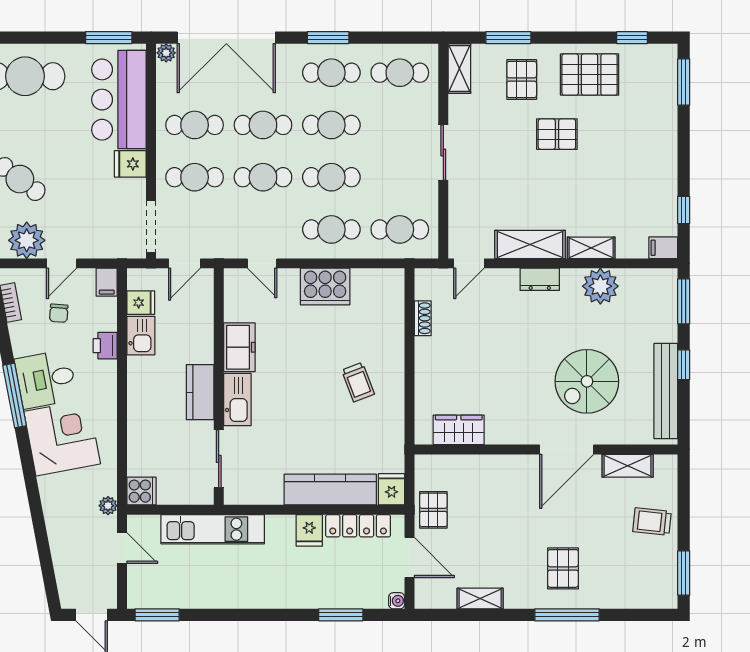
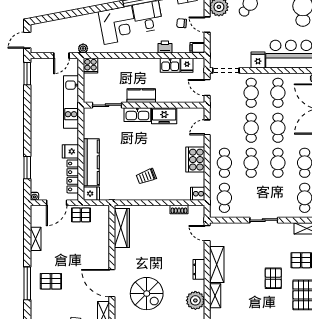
cooker: (392, 282) -> (198, 194), added
spiral stairs: (587, 381) -> (147, 294), turned 180
wardrobe: (459, 430) -> (122, 228), width x1.50

